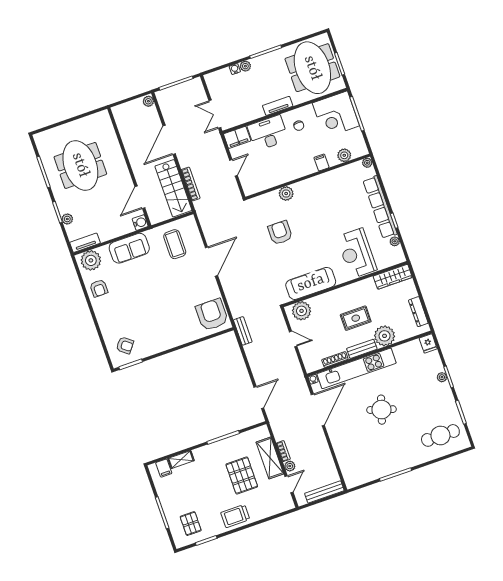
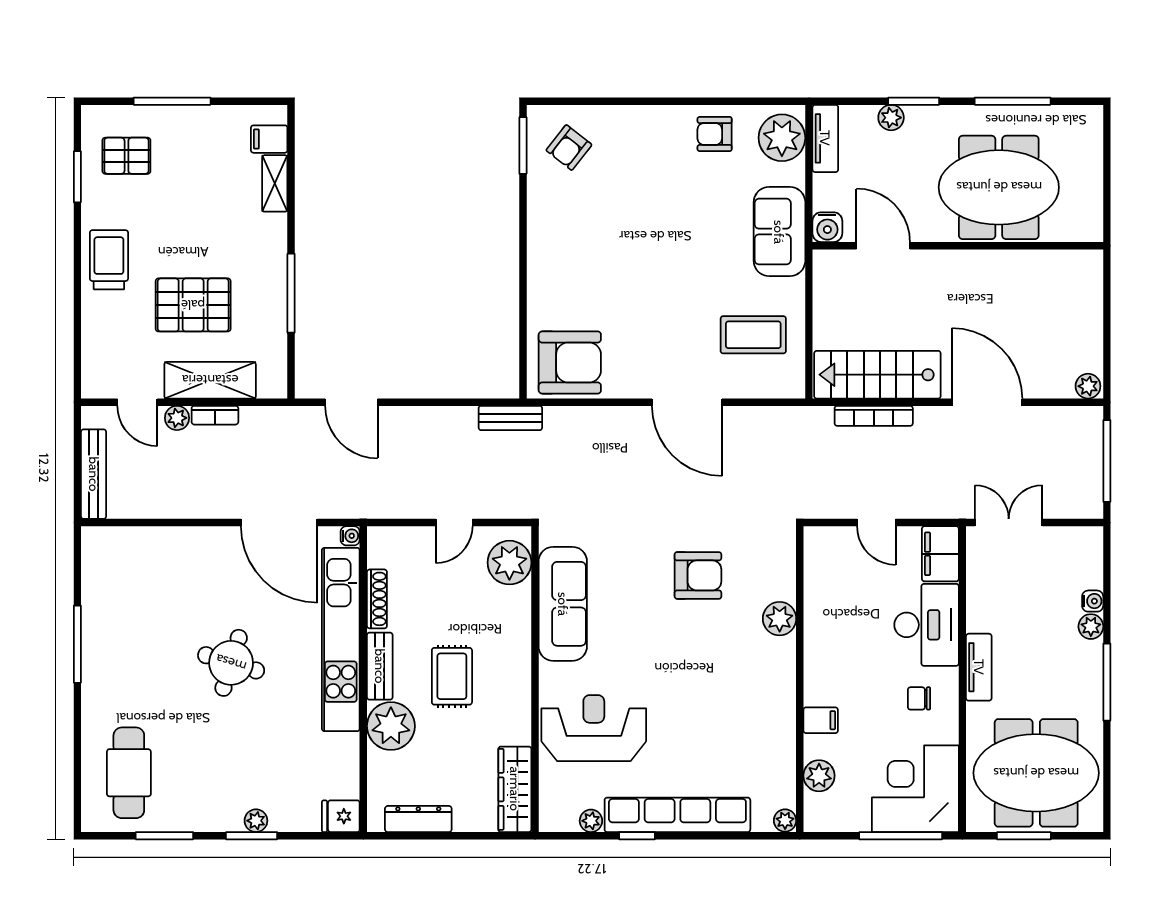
wall: (129, 167) -> (958, 246), moved
door: (140, 197) -> (883, 246), moved
water cooler: (140, 223) -> (827, 227), moved

